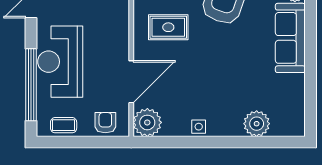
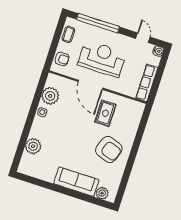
reception desk: (60, 62) -> (102, 59), moved
door: (131, 82) -> (91, 85), moved
plant: (147, 122) -> (50, 96), moved

